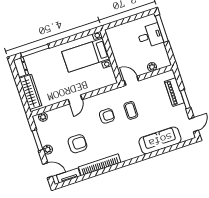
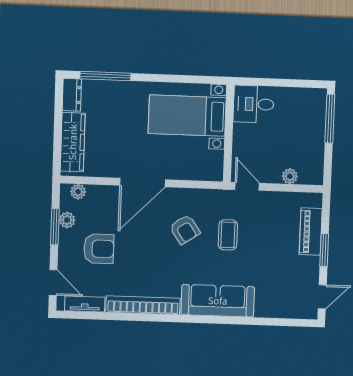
desk: (150, 36) -> (254, 104), moved, turned 180
door: (75, 99) -> (143, 183), width x1.88
armchair: (107, 116) -> (185, 229), turned 56
sofa: (160, 140) -> (218, 301), moved
armchair: (77, 144) -> (99, 249), moved
plant: (48, 150) -> (67, 220), moved

